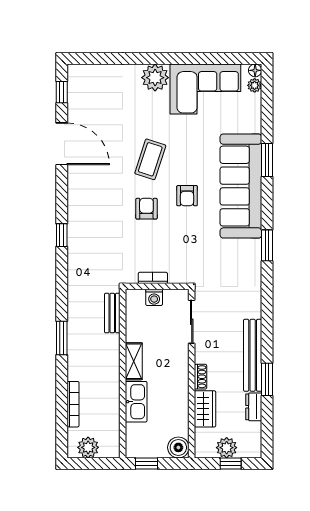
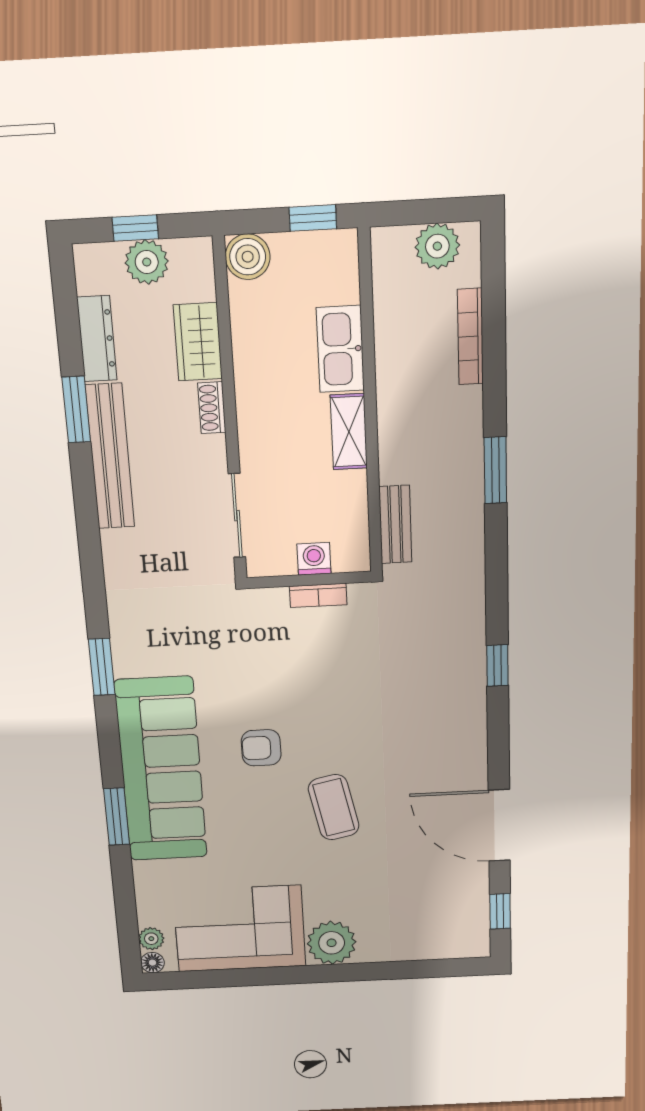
coffee table: (150, 159) -> (334, 807), turned -30
armchair: (187, 196) -> (261, 748), turned -90
armchair: (146, 209) -> (337, 721), removed
dresser: (254, 407) -> (97, 339), width x1.44

